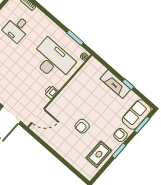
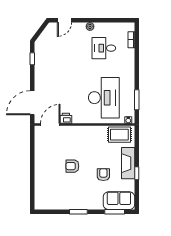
printer: (51, 92) -> (66, 118), moved
door: (38, 116) -> (50, 125), swing flipped
armchair: (120, 135) -> (103, 175), moved
rug: (99, 154) -> (119, 135), moved

